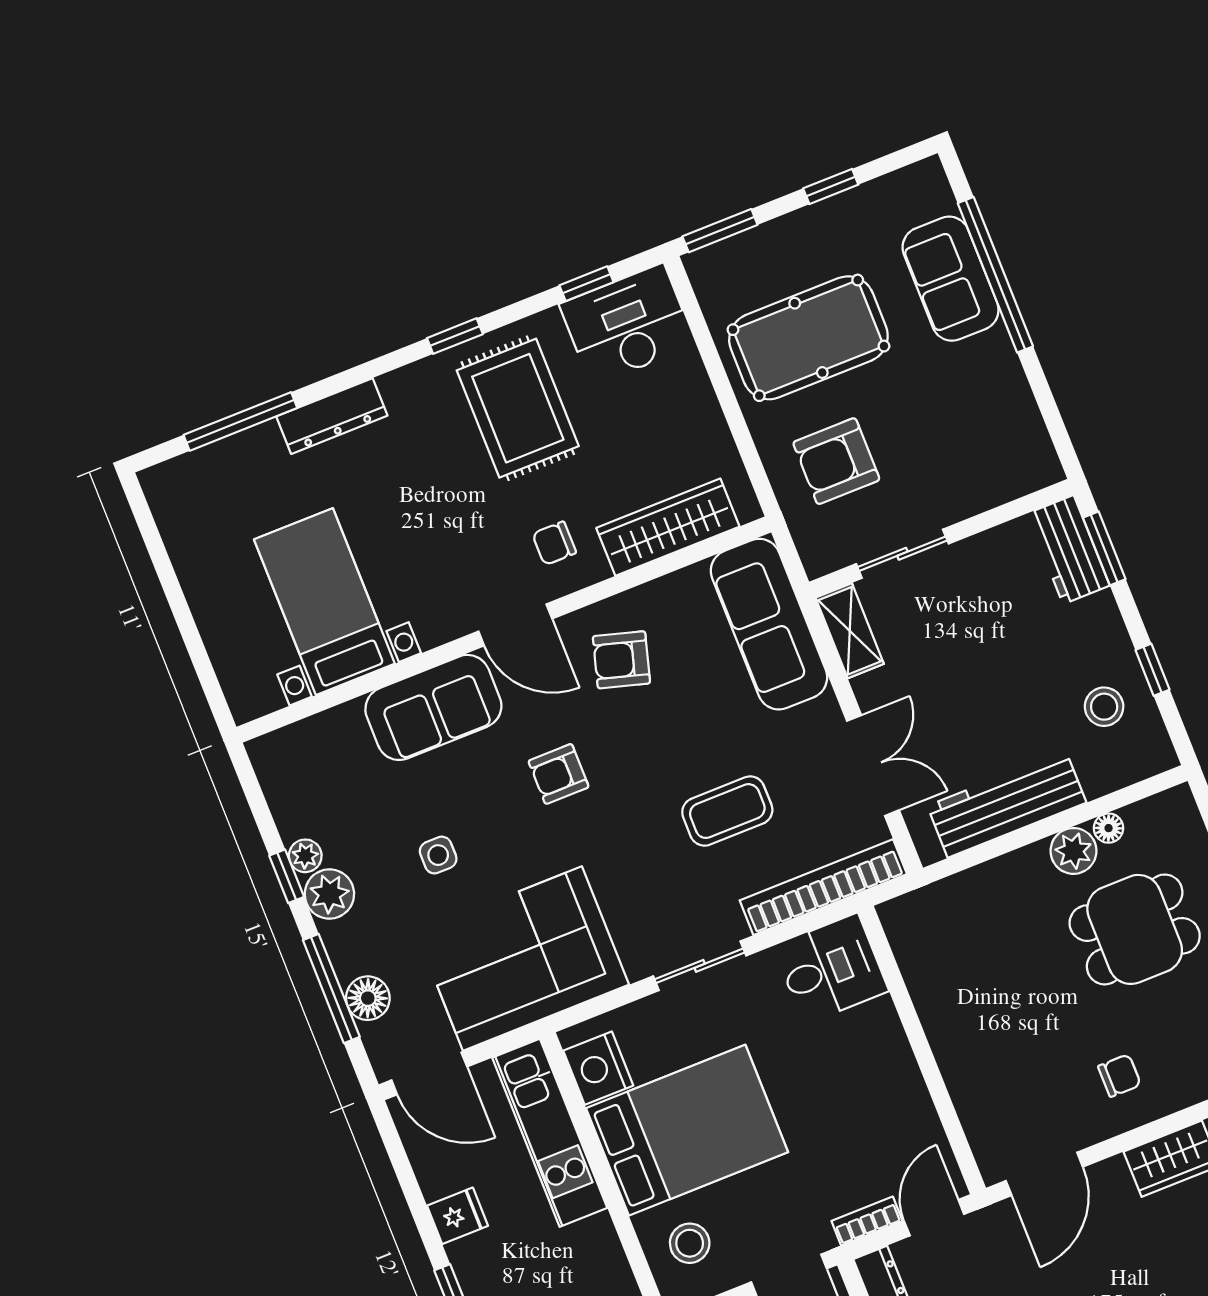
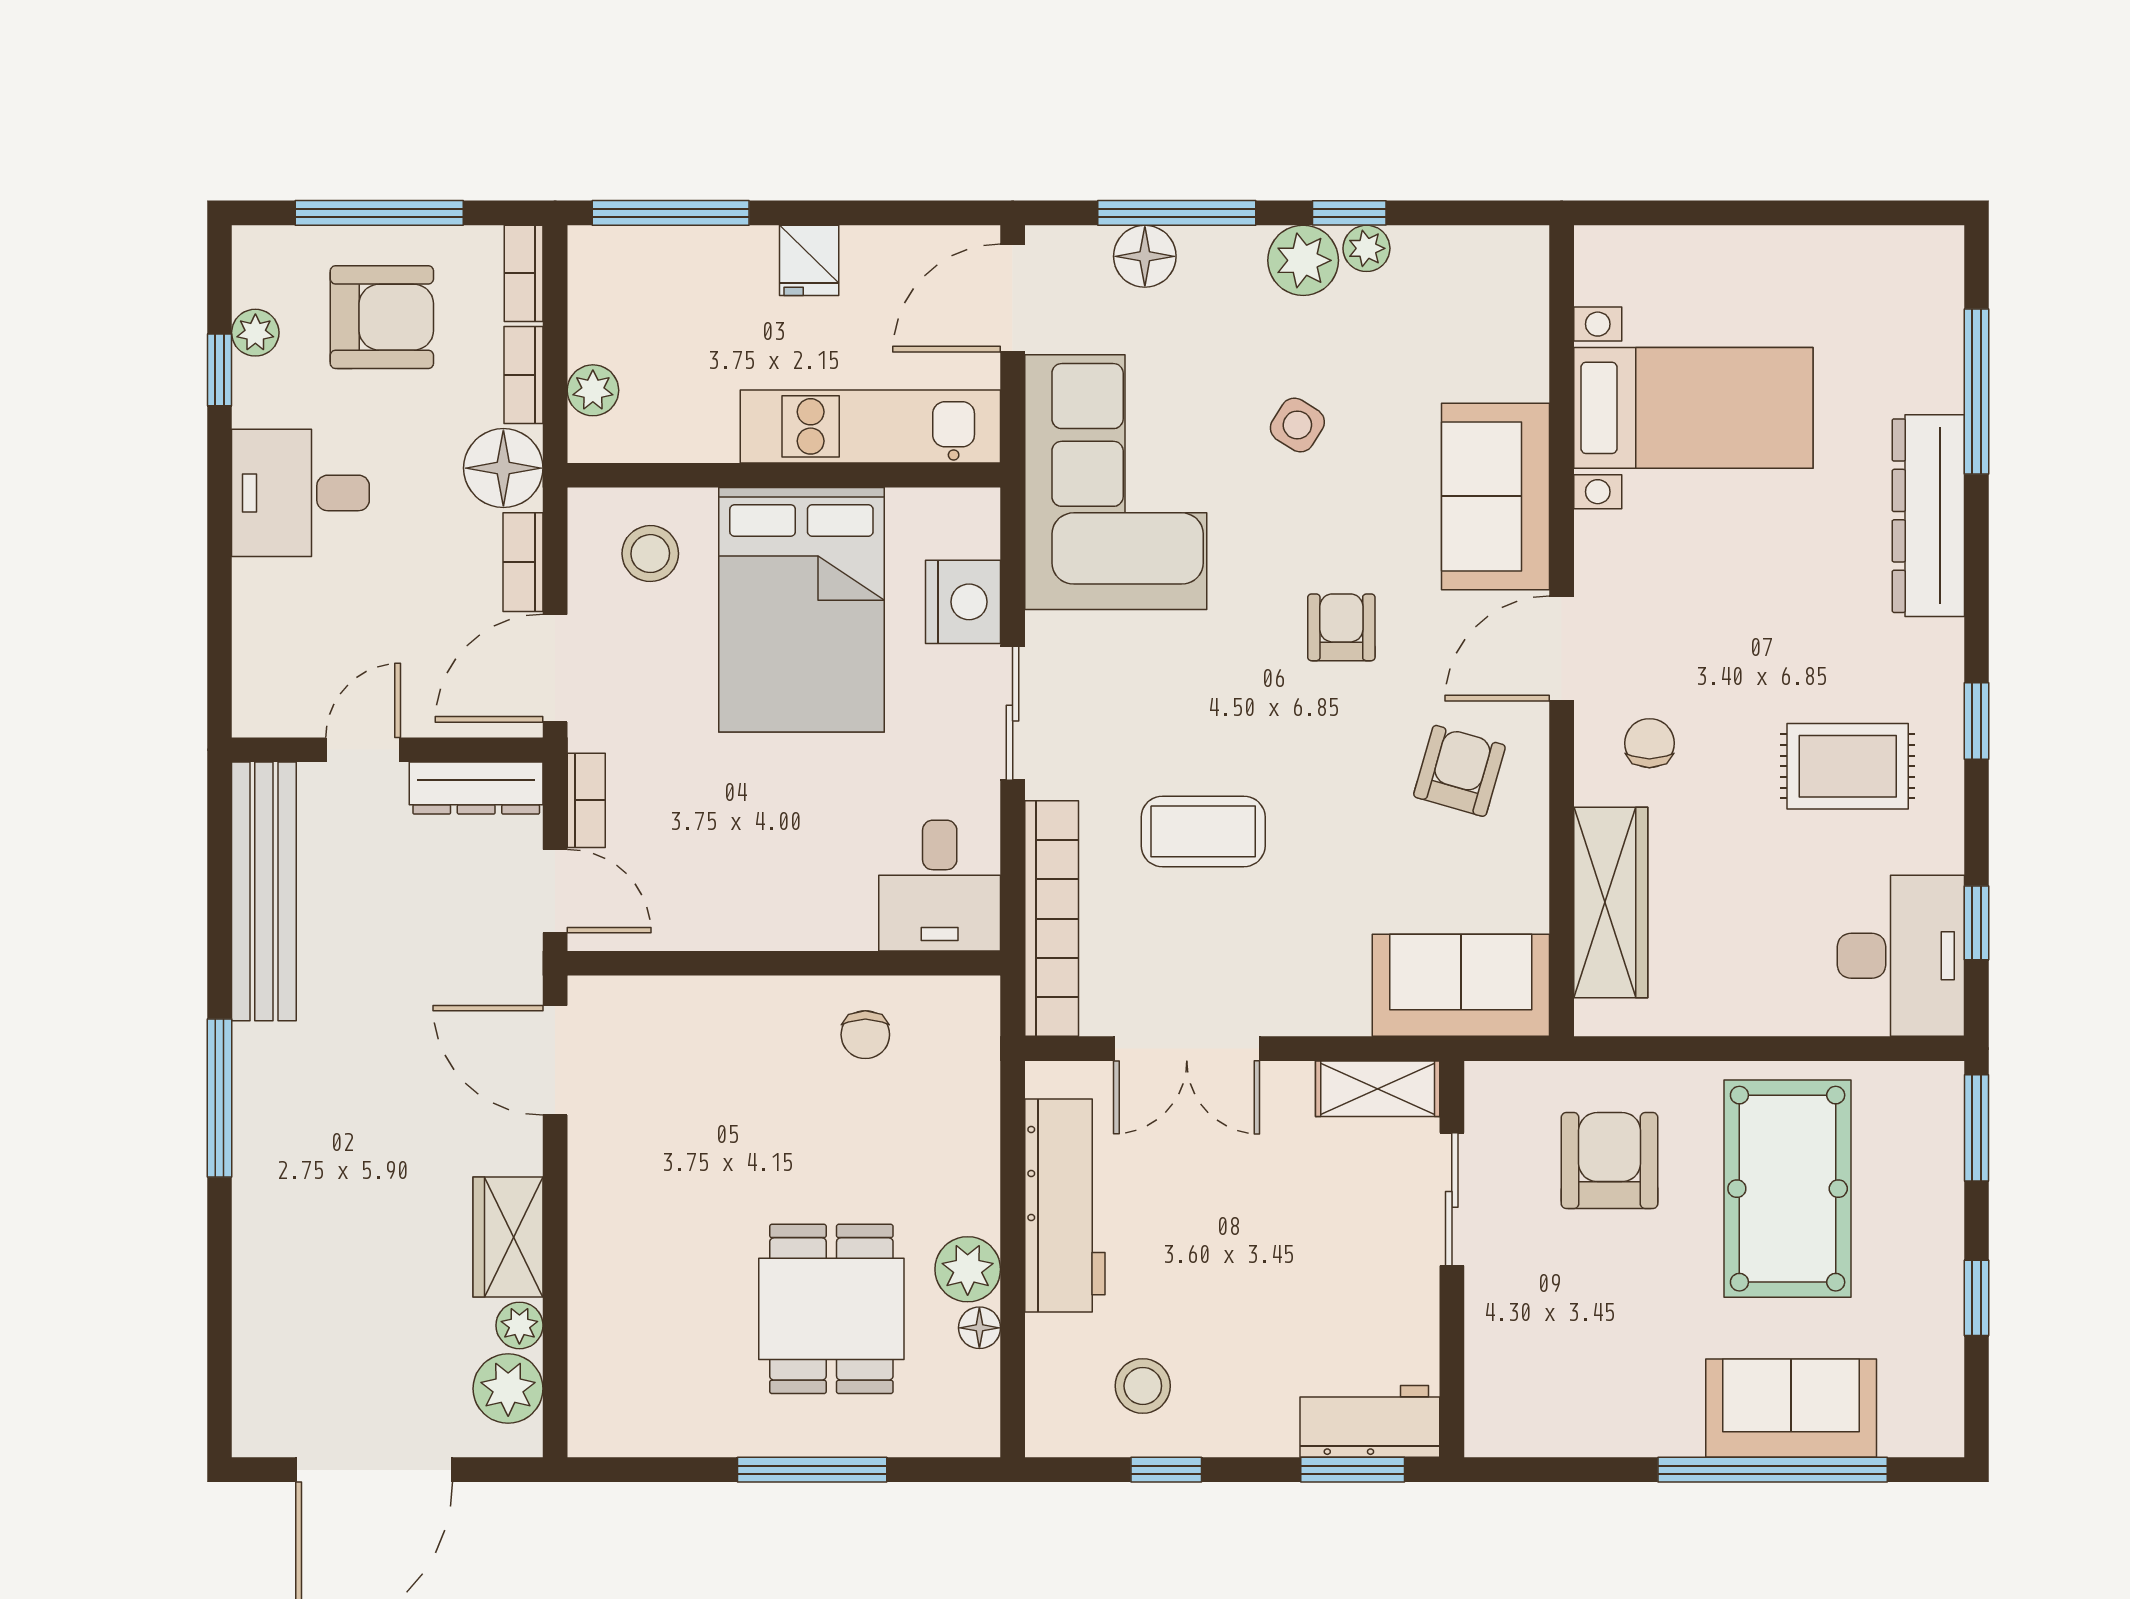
rug: (518, 408) -> (1848, 766), width x0.73, depth x0.70
dresser: (332, 416) -> (1928, 516), width x1.37, depth x1.24
sofa: (769, 624) -> (1461, 985), width x0.73
coffee table: (727, 811) -> (1203, 831), turned 90
side table: (438, 855) -> (1297, 425), turned 32
nightstand: (598, 1068) -> (963, 602), moved, turned 90
chair: (1119, 1076) -> (865, 1035), moved

